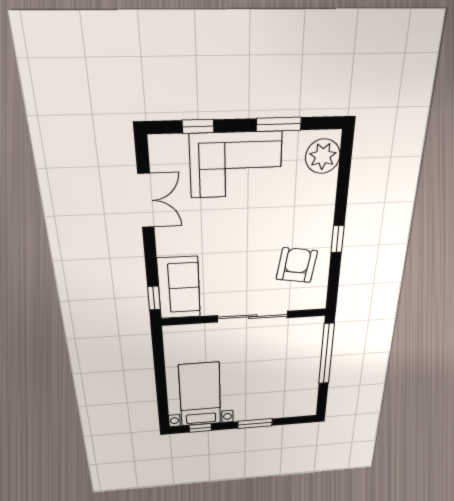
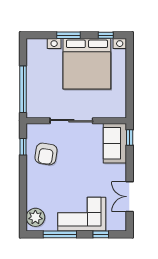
window: (279, 124) -> (60, 234), width x1.44
window: (338, 239) -> (23, 147), moved
bed with nightstands: (200, 395) -> (87, 64), width x1.85

